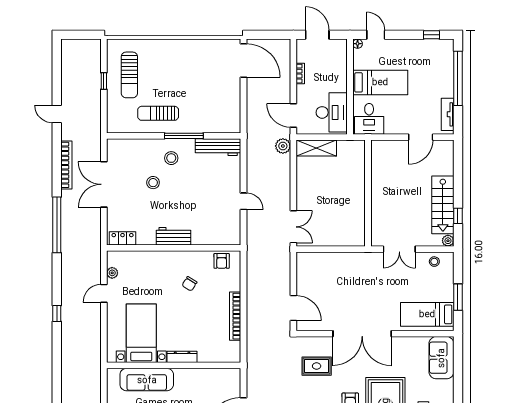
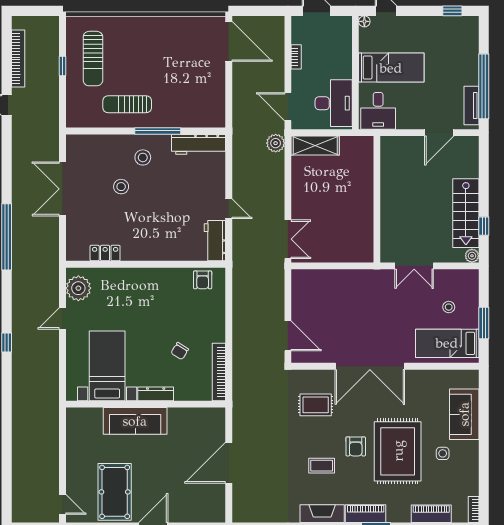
window: (458, 78) -> (484, 86), moved
bookcase: (66, 165) -> (18, 59), moved
workbench: (173, 236) -> (215, 241), moved, turned -90
locker: (123, 238) -> (105, 253), moved
stool: (434, 262) -> (449, 307), moved
plant: (112, 273) -> (78, 288), width x1.88, depth x1.88
chair: (189, 284) -> (180, 351), moved
bookcase: (235, 316) -> (219, 372), moved
sofa: (441, 358) -> (464, 414), moved
sofa: (147, 380) -> (135, 421), moved

